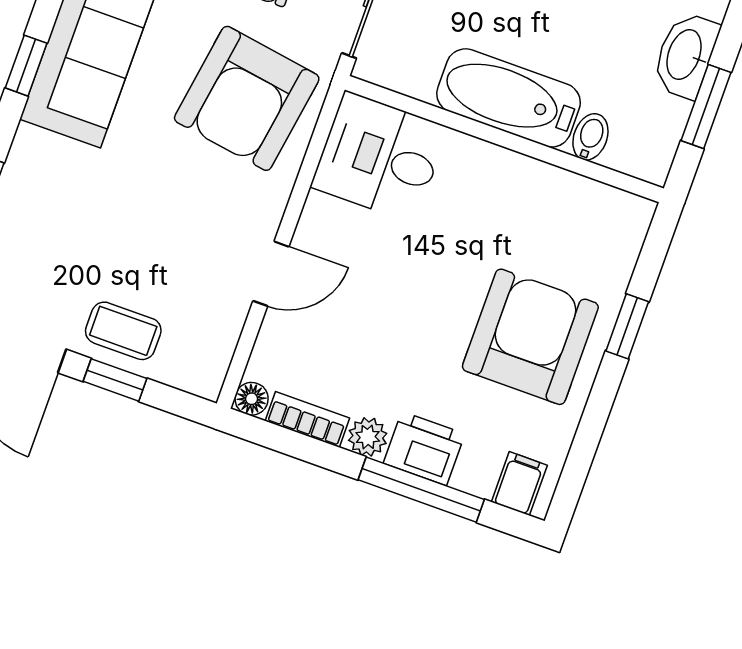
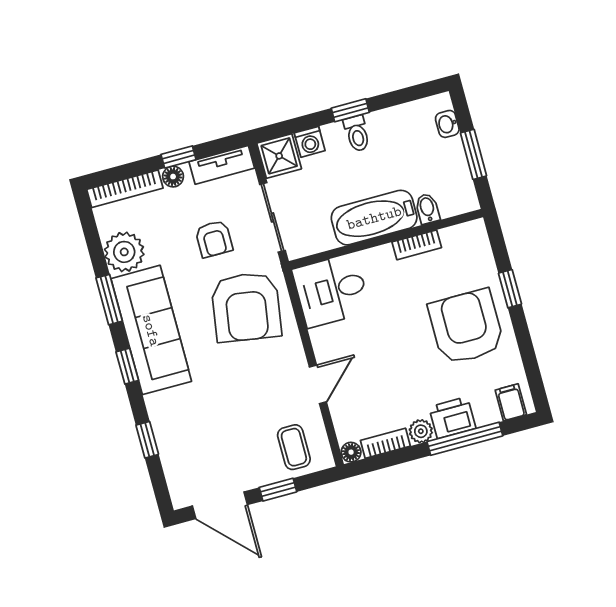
washbasin: (685, 55) -> (447, 124), width x0.52, depth x0.69
bookcase: (541, 176) -> (417, 245), added
coffee table: (123, 331) -> (294, 447), moved, turned 90

